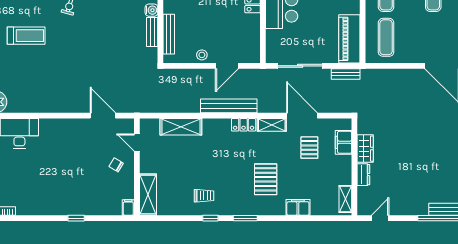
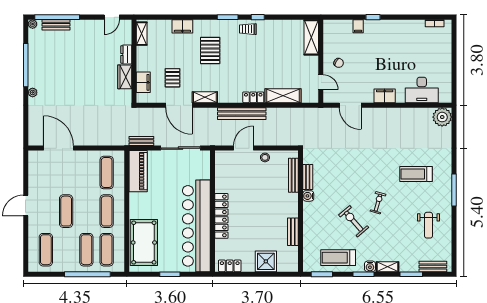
locker: (244, 125) -> (253, 97), moved
filing cabinet: (63, 127) -> (385, 96), added
trolley: (204, 196) -> (248, 29), moved
filing cabinet: (128, 207) -> (358, 26), moved

